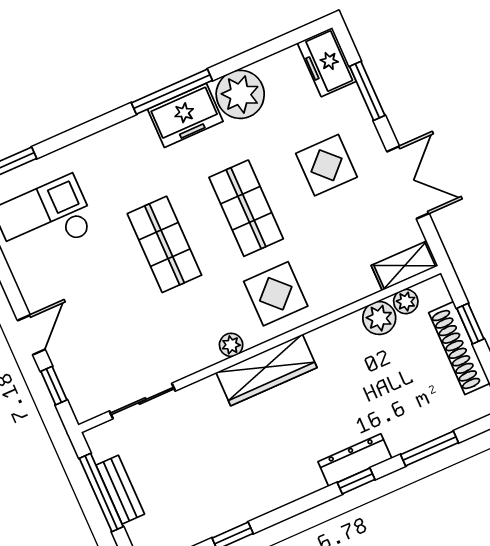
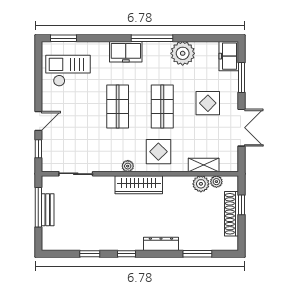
freezer: (185, 115) -> (126, 52), moved
shelving: (405, 266) -> (204, 165), moved
window: (356, 481) -> (126, 254), moved

